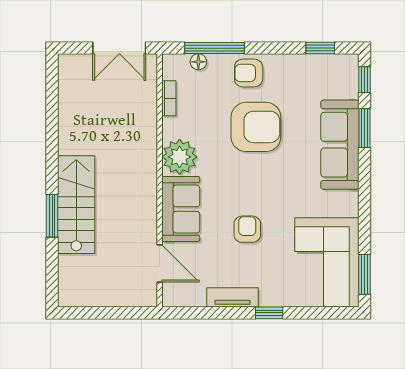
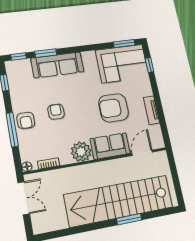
window: (215, 48) -> (12, 130), moved
floor lamp: (198, 62) -> (27, 167), moved
armchair: (256, 127) -> (56, 112), width x0.53, depth x0.53
stairs: (76, 205) -> (119, 201), width x1.86, depth x1.51
armchair: (247, 229) -> (114, 108), width x1.88, depth x1.88
window: (269, 313) -> (149, 65), moved

